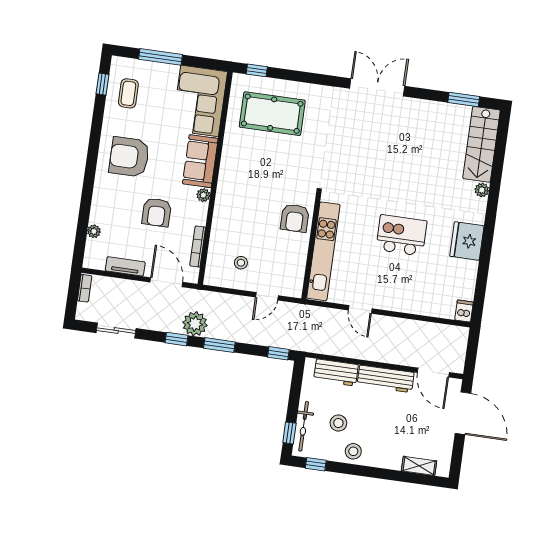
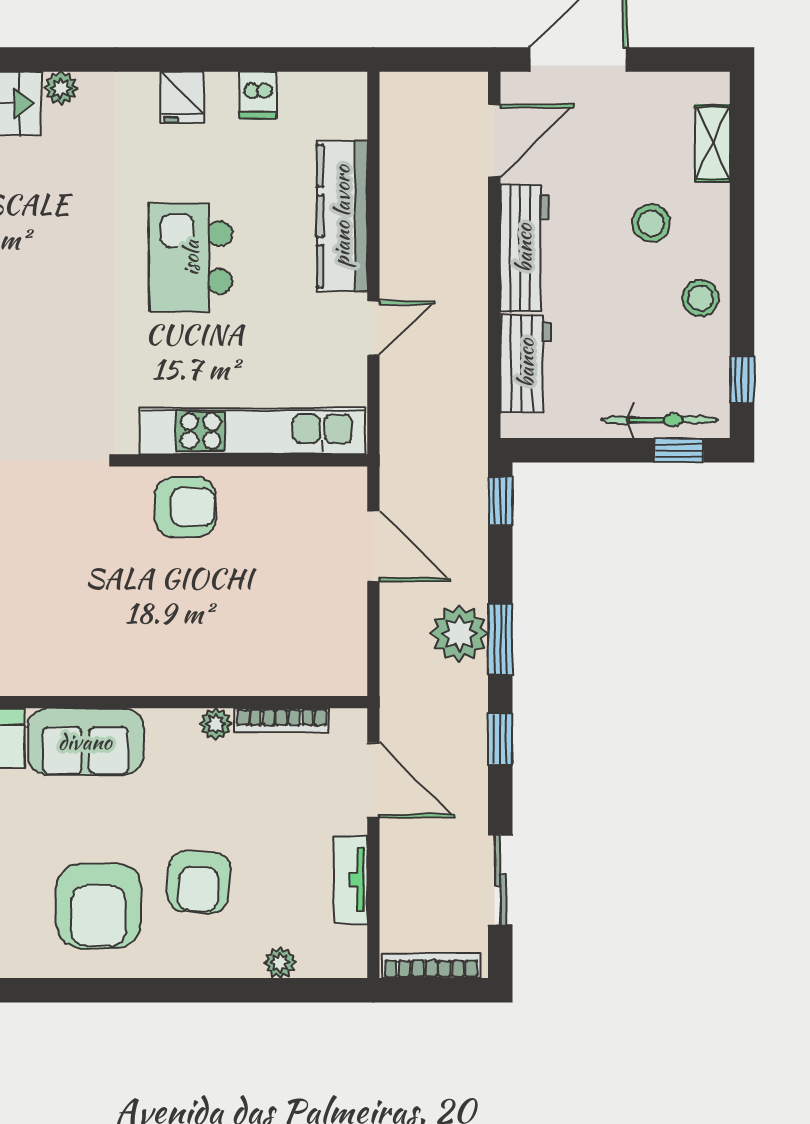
plant: (203, 195) -> (216, 724), moved
armchair: (157, 212) -> (199, 882), moved, turned 94
fridge: (467, 241) -> (182, 97), width x0.53, depth x0.75
stool: (241, 263) -> (305, 616), removed
door: (166, 282) -> (373, 780), swing flipped
bookcase: (85, 288) -> (431, 966), width x1.56
door: (267, 296) -> (373, 546), width x1.38
kitchen counter: (410, 303) -> (342, 216), added
dishwasher: (464, 311) -> (258, 95), moved, turned -90
plant: (195, 324) -> (459, 634), moved
stool: (338, 423) -> (651, 223), moved

